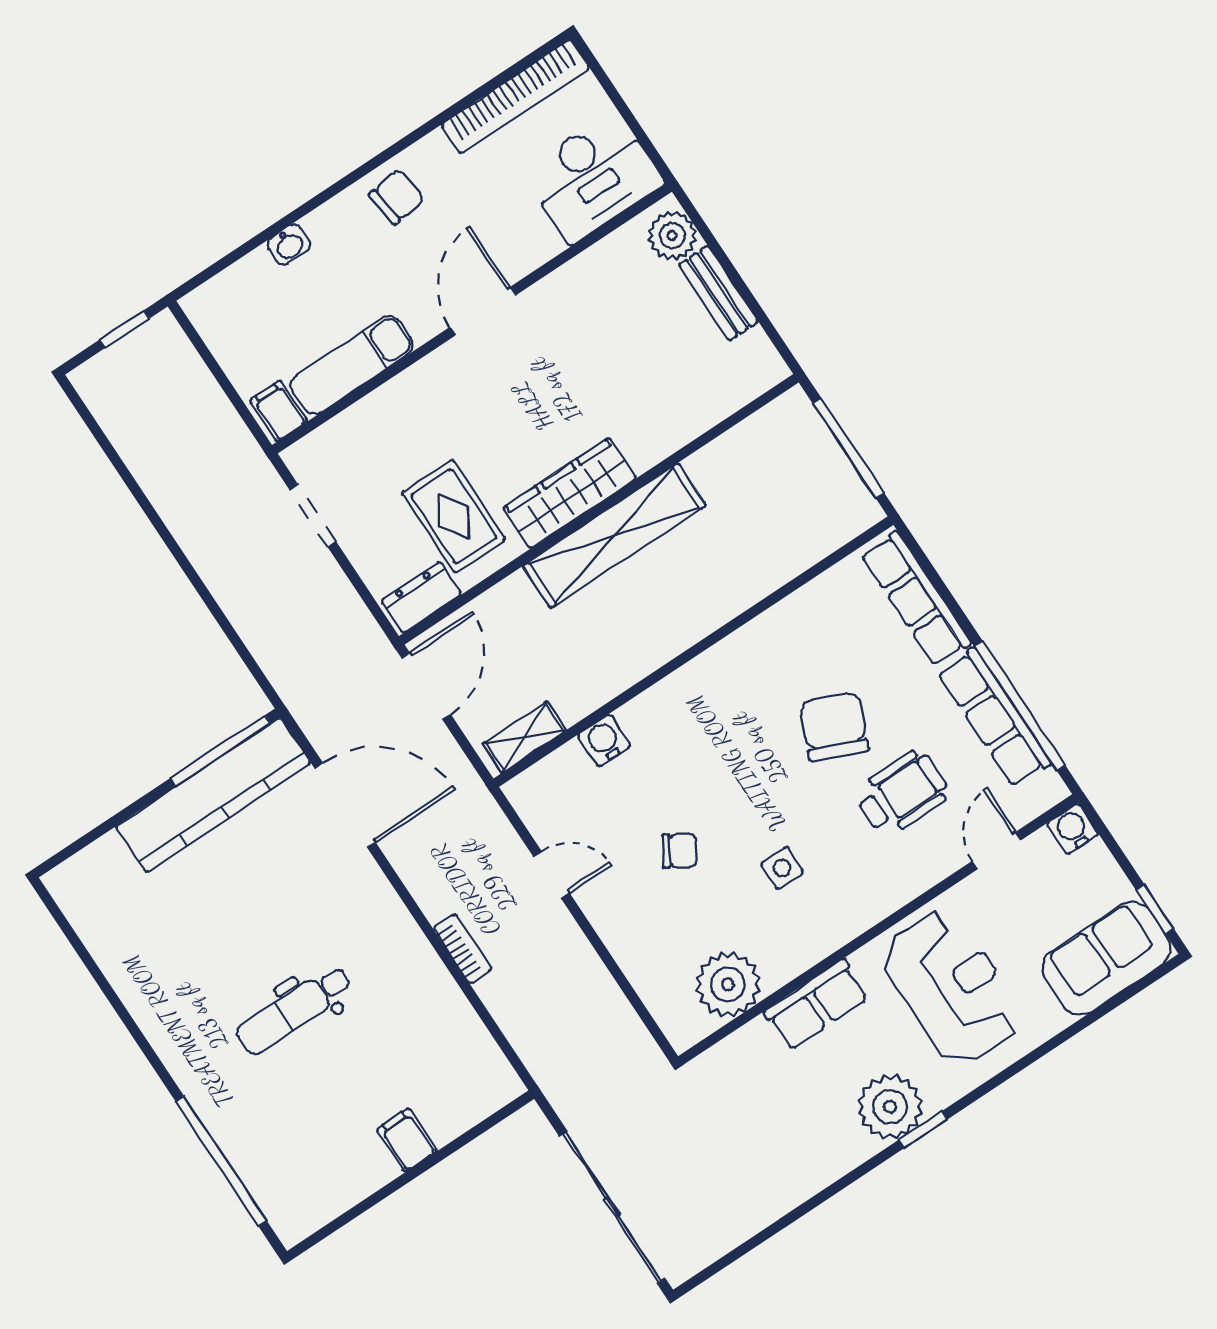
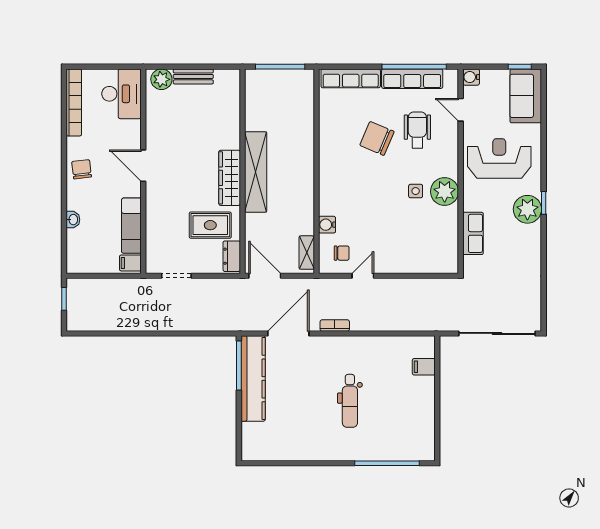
chair: (680, 851) -> (342, 253), moved, turned 58
bookcase: (462, 949) -> (335, 325), moved
plant: (728, 984) -> (445, 192), moved
row of seats: (816, 1005) -> (473, 233), moved
filing cabinet: (407, 1140) -> (424, 367), moved

